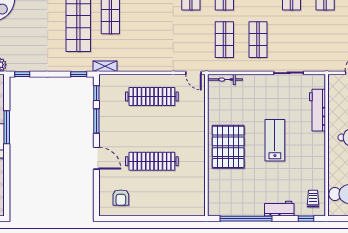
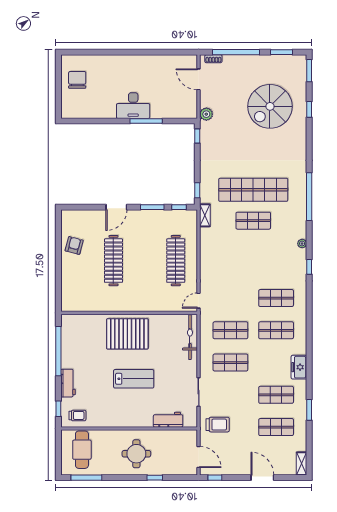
trolley: (322, 53) -> (218, 425), added
bicycle: (225, 80) -> (190, 337), width x1.37, depth x1.40
workbench: (317, 110) -> (168, 420), width x0.73
armchair: (121, 198) -> (74, 245), moved, turned 105

